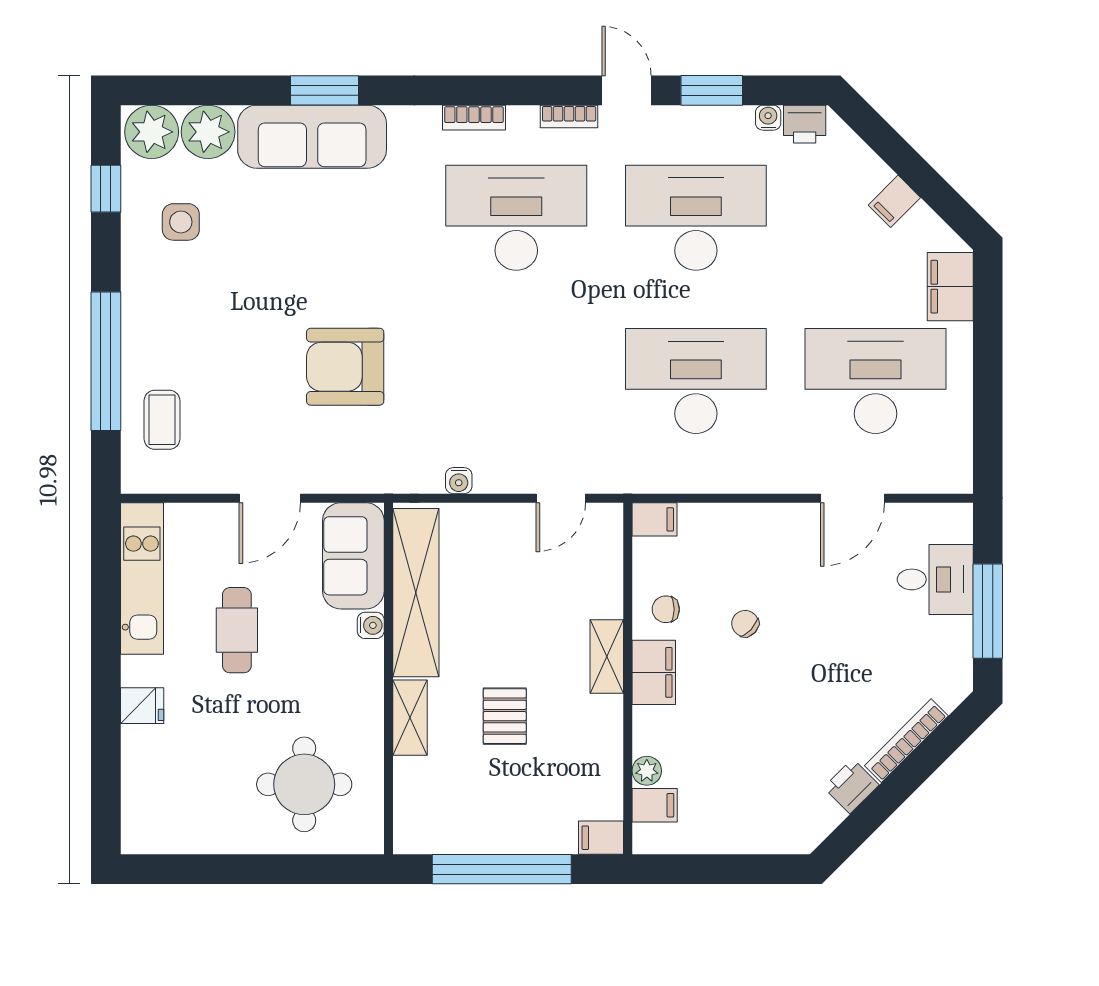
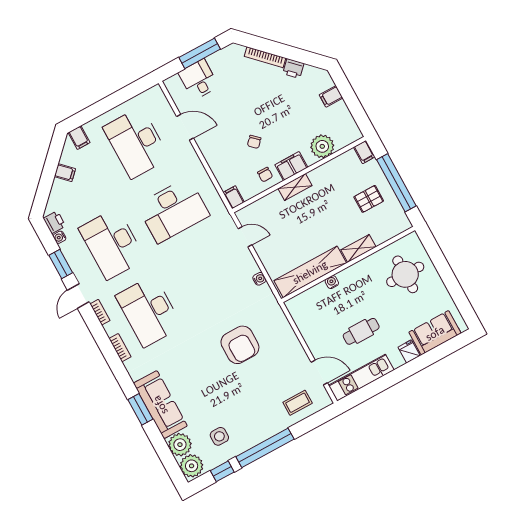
filing cabinet: (950, 287) -> (79, 138), width x0.50
window: (106, 361) -> (265, 448), moved
desk: (696, 381) -> (173, 210), turned -90
door: (270, 498) -> (319, 372), moved
sofa: (353, 556) -> (435, 333), moved, turned 180
pallet: (505, 716) -> (369, 199), moved
plant: (647, 771) -> (322, 146), width x1.88, depth x1.88
filing cabinet: (655, 805) -> (331, 96), moved, turned -90

